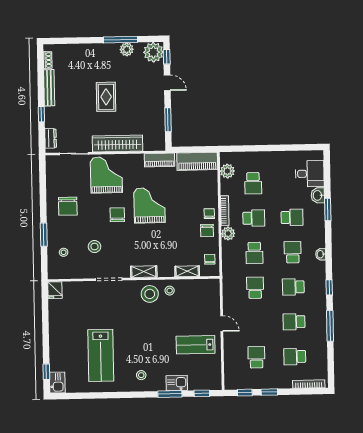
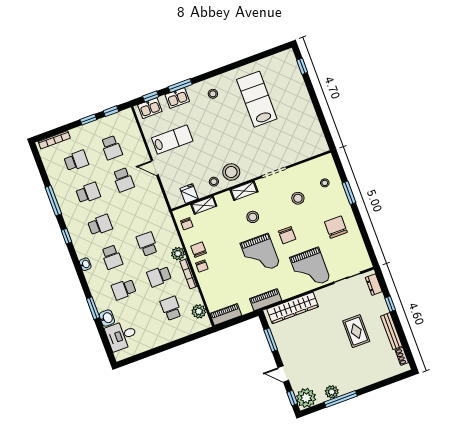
rug: (106, 97) -> (356, 331), moved
wardrobe: (118, 143) -> (293, 308), moved
piano: (197, 161) -> (226, 314), width x0.73, depth x0.75
stool: (144, 244) -> (253, 217), added
school desk: (255, 288) -> (123, 180), moved
fridge: (55, 290) -> (189, 194), moved
kitchen sink: (57, 382) -> (150, 108), moved, turned -90

